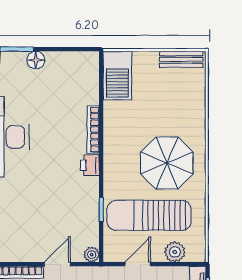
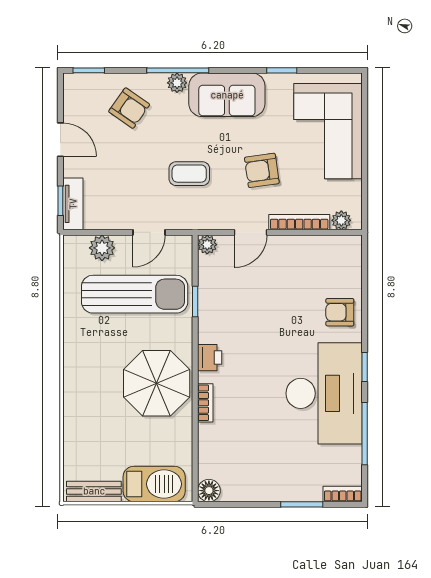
floor lamp: (36, 60) -> (209, 491), moved
barbecue: (117, 76) -> (154, 484), moved, turned 90
bookcase: (93, 129) -> (205, 403), width x0.64
parasol: (167, 163) -> (157, 383), moved

